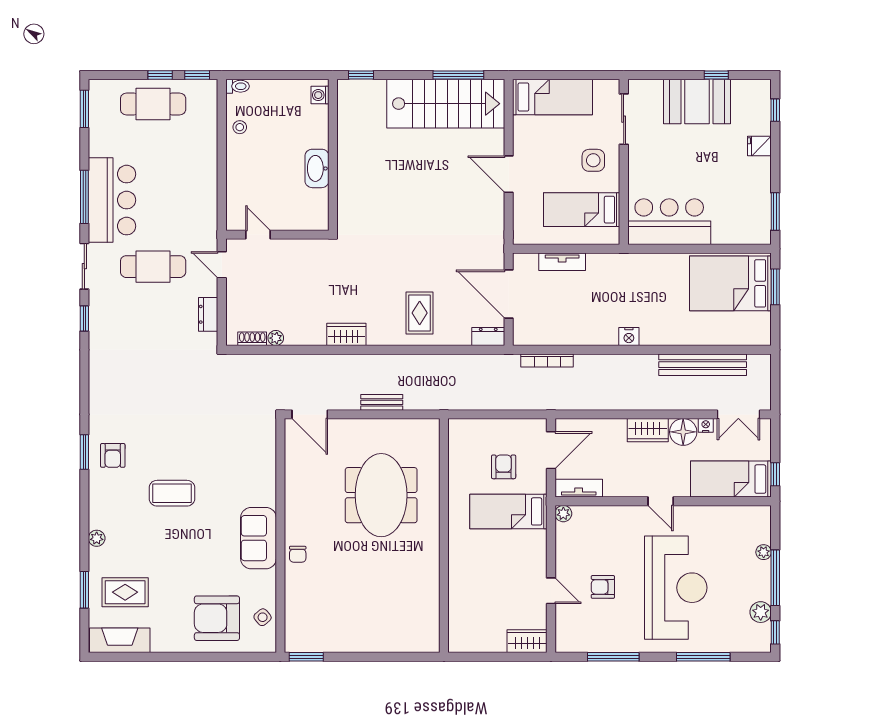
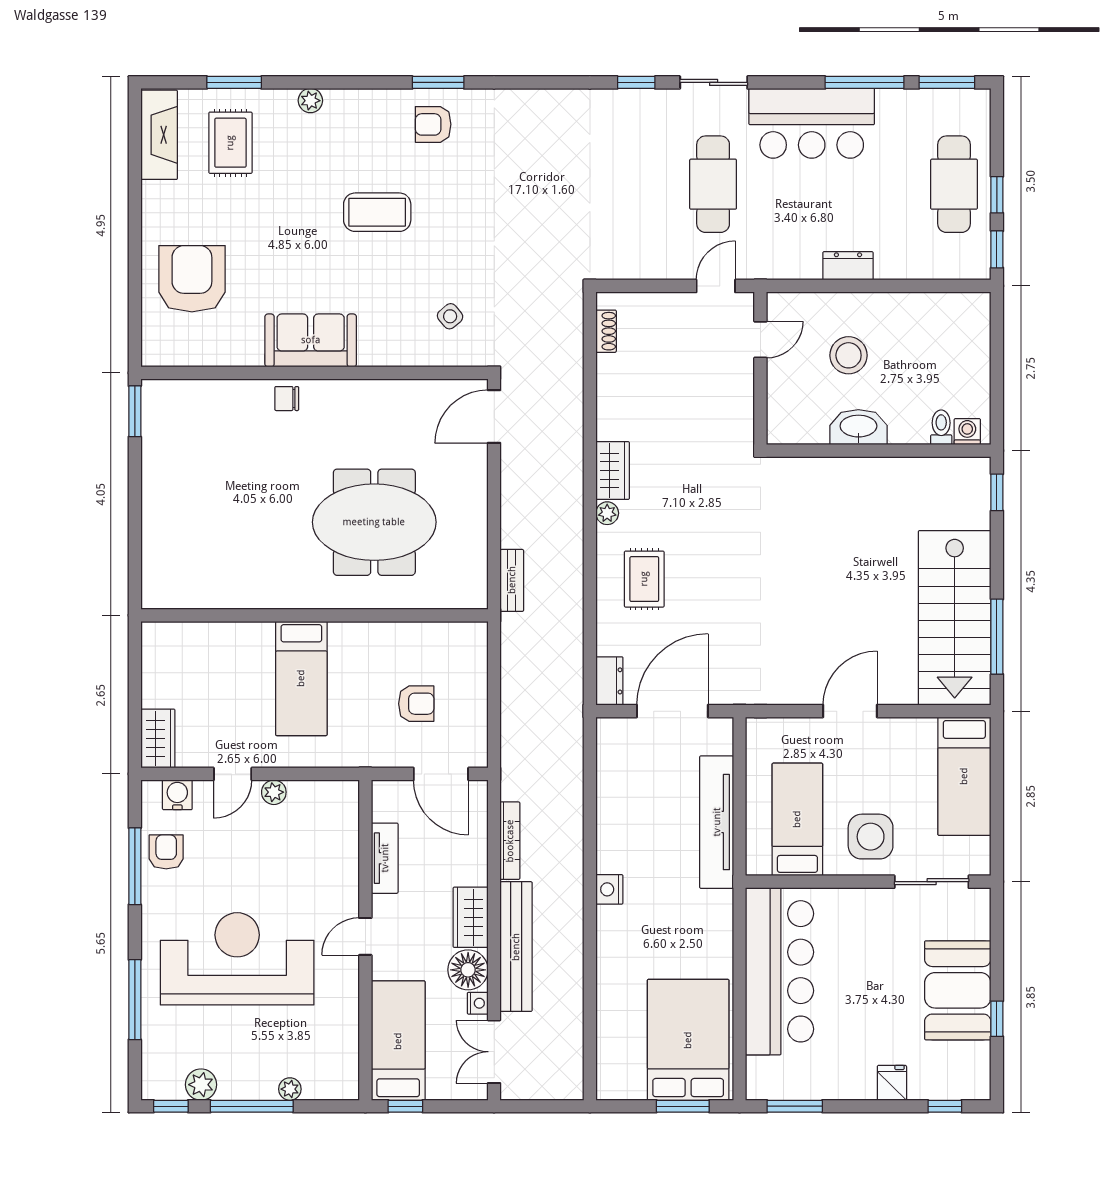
toilet: (237, 86) -> (941, 427), moved, turned 180
stool: (240, 127) -> (849, 355), moved, width x1.89, depth x1.89
side table: (593, 160) -> (871, 837), width x1.37, depth x1.37
window: (84, 197) -> (865, 82), moved
bar counter: (669, 222) -> (780, 971), width x1.36
tv unit: (562, 262) -> (717, 822), width x1.92, depth x1.29
rug: (420, 313) -> (644, 579), turned 90
dresser: (208, 314) -> (848, 266), moved
plant: (276, 338) -> (607, 513), moved
bookcase: (547, 360) -> (510, 841), moved, turned 180
bench: (703, 365) -> (516, 947), moved
bench: (382, 402) -> (512, 580), moved
tv unit: (579, 488) -> (385, 858), moved
coffee table: (172, 493) -> (377, 212), turned 90
bed: (508, 511) -> (301, 678), moved, turned 180
plant: (563, 514) -> (274, 792), moved
armchair: (603, 587) -> (166, 852), moved
reception desk: (676, 588) -> (237, 959), turned 180
side table: (263, 617) -> (450, 316), moved
water cooler: (565, 628) -> (177, 795), added

